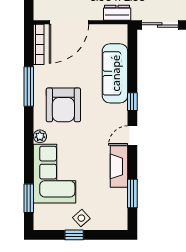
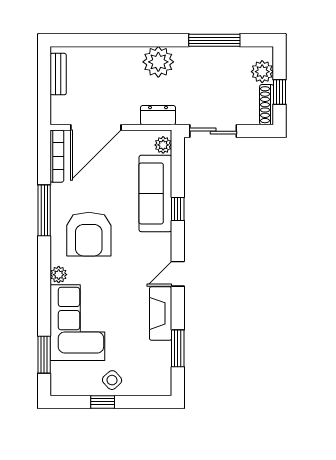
plant: (121, 36) -> (163, 145), added
window: (132, 102) -> (178, 209), moved

